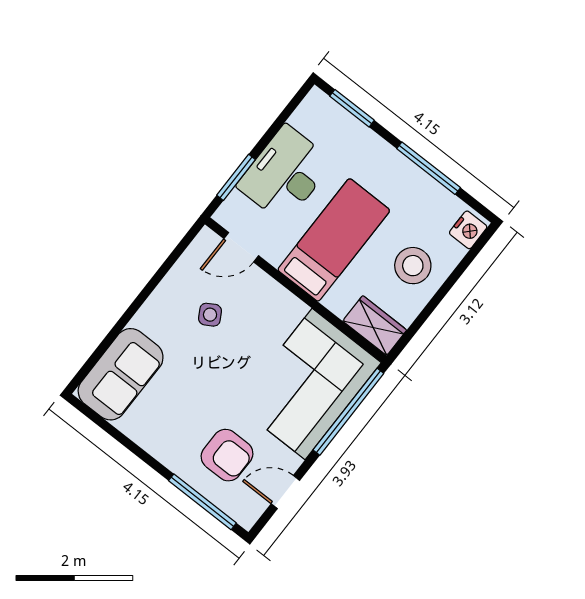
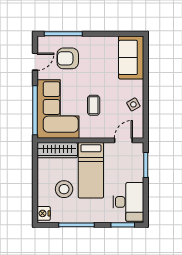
desk: (285, 174) -> (128, 202), moved
stool: (413, 266) -> (64, 189), moved
side table: (210, 315) -> (133, 104), moved
wardrobe: (375, 326) -> (57, 150), width x1.50
coffee table: (245, 344) -> (94, 105), added

